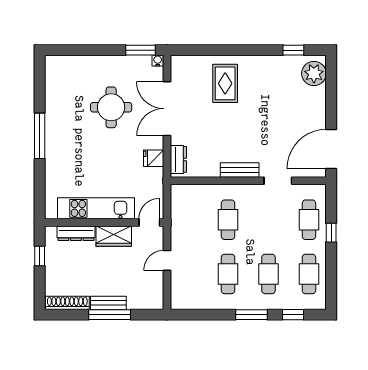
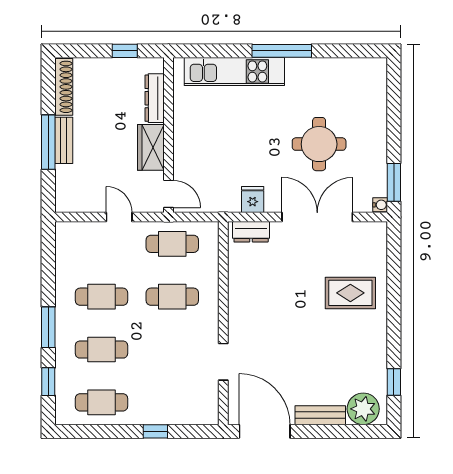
bench: (240, 170) -> (320, 415), moved, turned 90
kitchen unit: (96, 208) -> (234, 71), moved, turned 90
cafe table: (309, 220) -> (172, 244), moved

